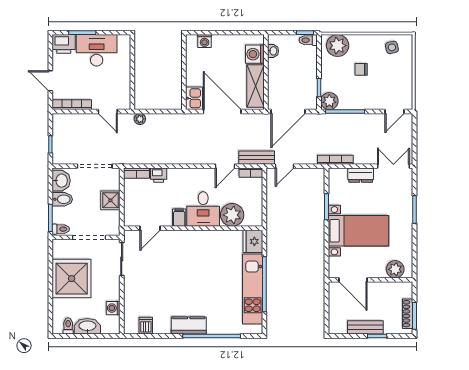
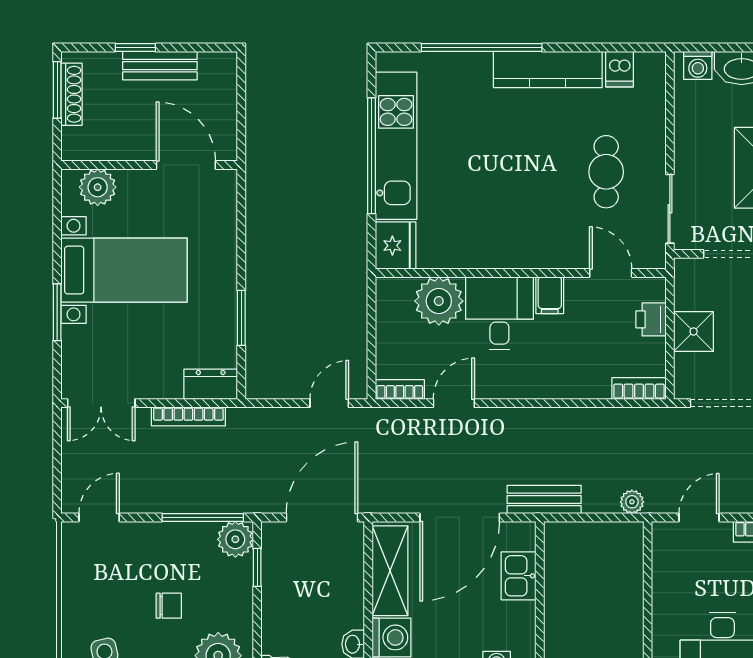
kitchen sink: (194, 98) -> (519, 576), moved
door: (108, 111) -> (699, 517), hinge flipped
door: (222, 111) -> (460, 517), hinge flipped
bench: (257, 158) -> (544, 499), moved
bookcase: (335, 160) -> (188, 416), moved
printer: (159, 175) -> (651, 319), moved, turned -90
dresser: (361, 175) -> (211, 384), moved
door: (150, 228) -> (611, 273), hinge flipped
bed with nightstands: (359, 231) -> (124, 270), moved, turned 180
cafe table: (152, 277) -> (606, 172), added
washing machine: (113, 308) -> (698, 65), moved, turned 90
kitchen counter: (189, 326) -> (548, 69), width x1.50

